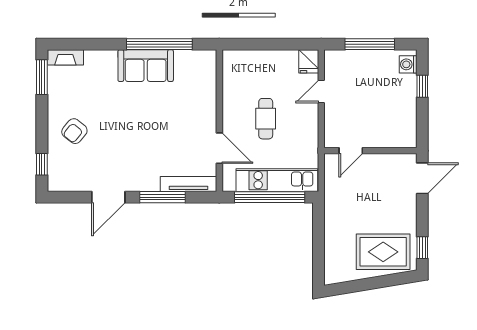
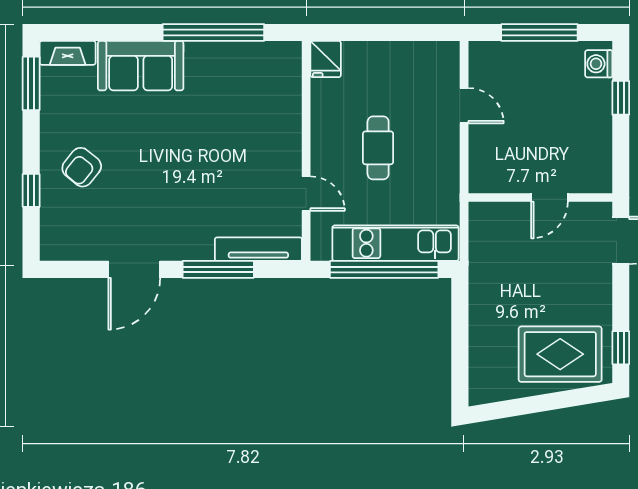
fridge: (309, 61) -> (326, 59), moved
sofa: (146, 66) -> (141, 66), moved
door: (321, 91) -> (464, 106), swing flipped
door: (219, 148) -> (306, 194), width x0.73
door: (351, 151) -> (550, 198), moved
window: (42, 164) -> (31, 190), moved

